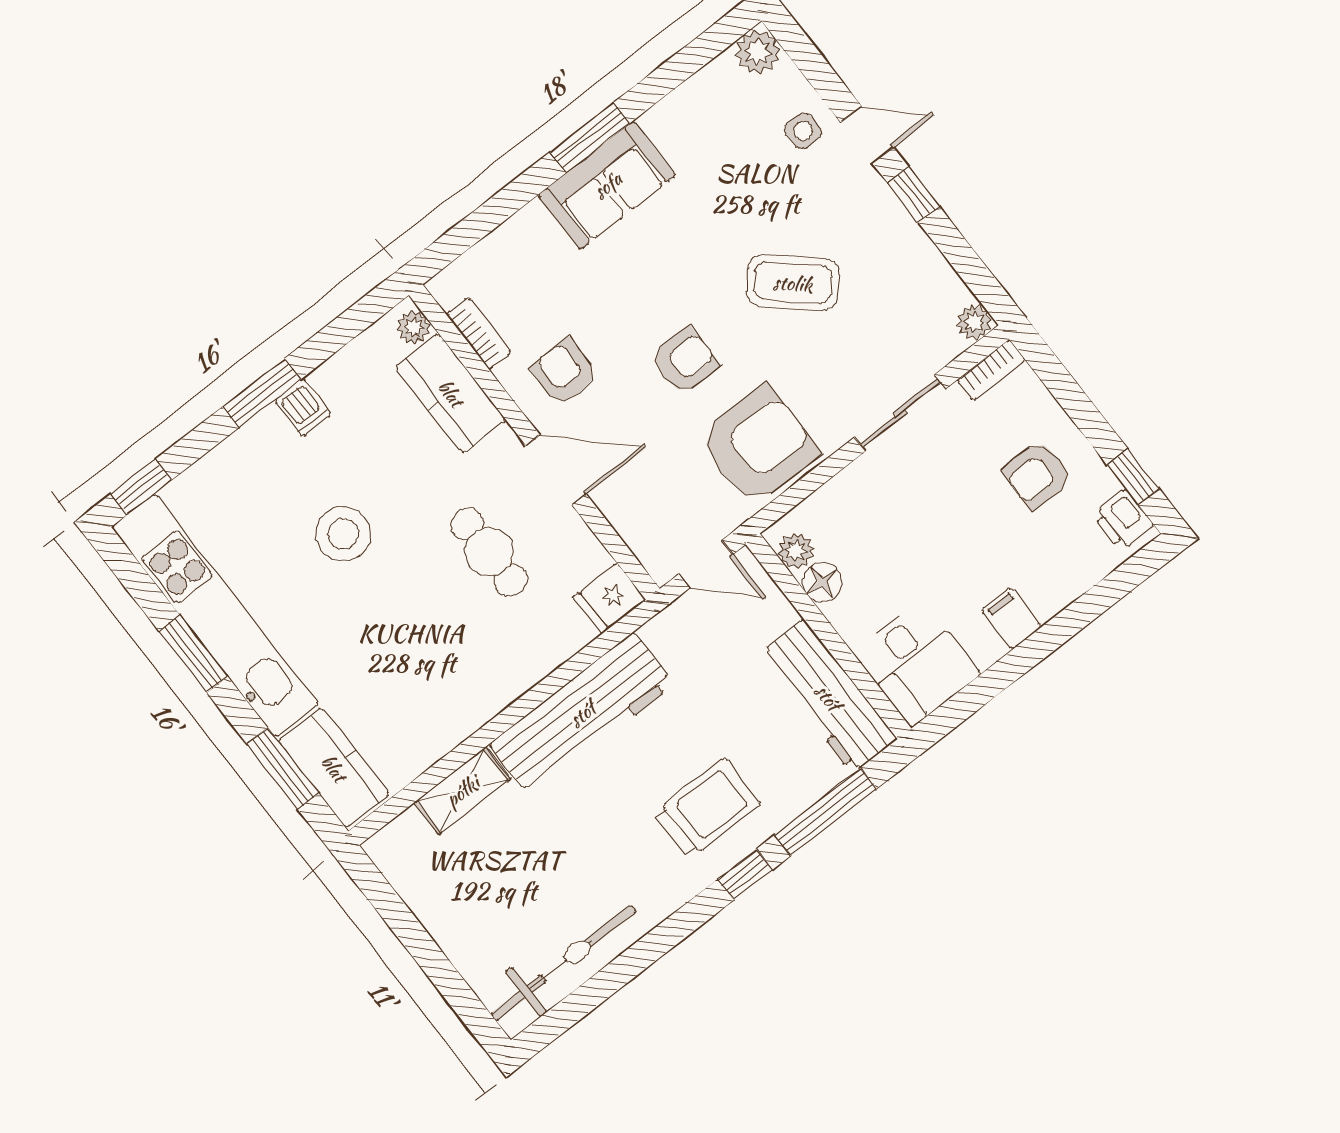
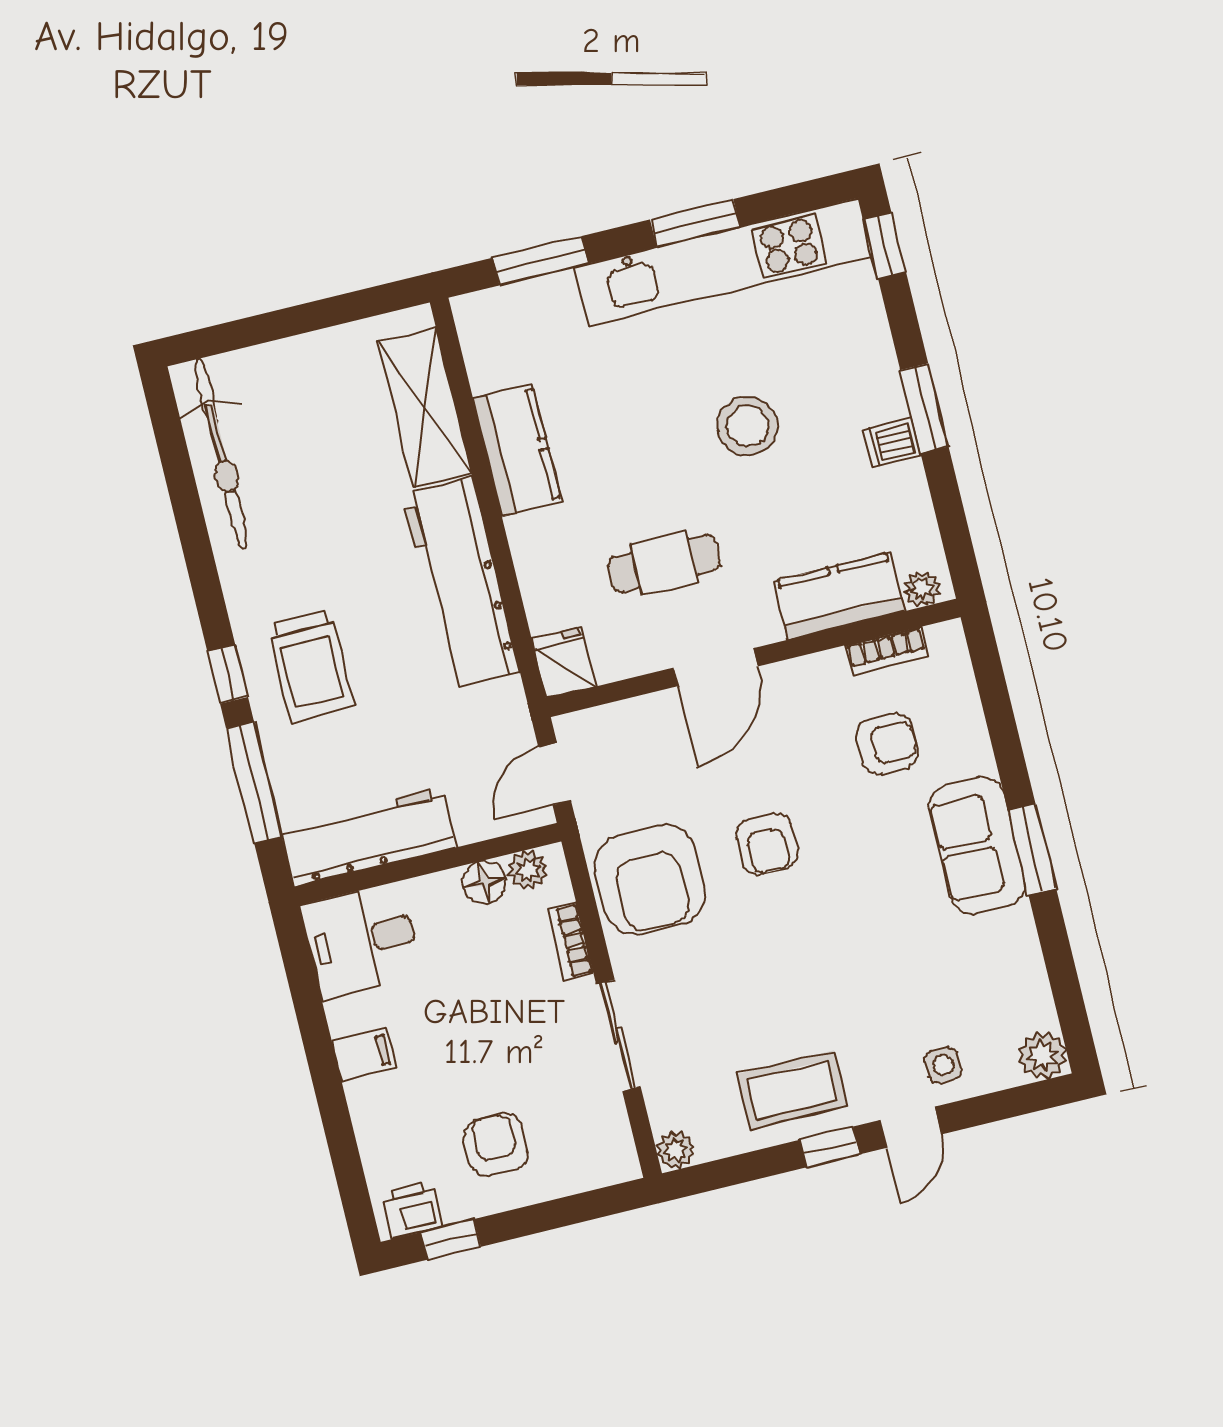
coffee table: (793, 283) -> (792, 1090), moved, turned 48
bookcase: (991, 370) -> (570, 941), moved
armchair: (564, 372) -> (887, 744), moved
kitchen counter: (334, 768) -> (517, 450), moved, turned -90
shelving: (462, 791) -> (425, 407), width x1.50, depth x1.33

